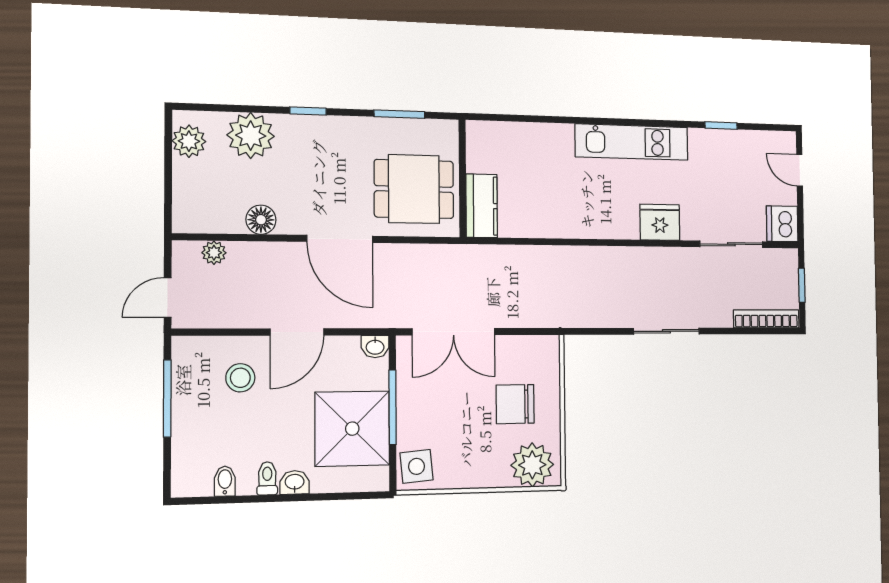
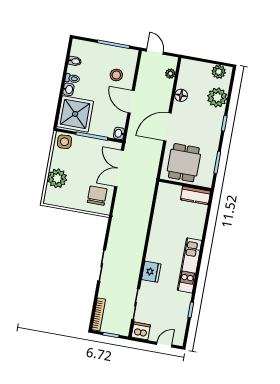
kitchen counter: (482, 206) -> (195, 195), moved
chair: (515, 404) -> (97, 196), moved
shower: (352, 429) -> (75, 114), moved
plant: (532, 465) -> (57, 178), moved

